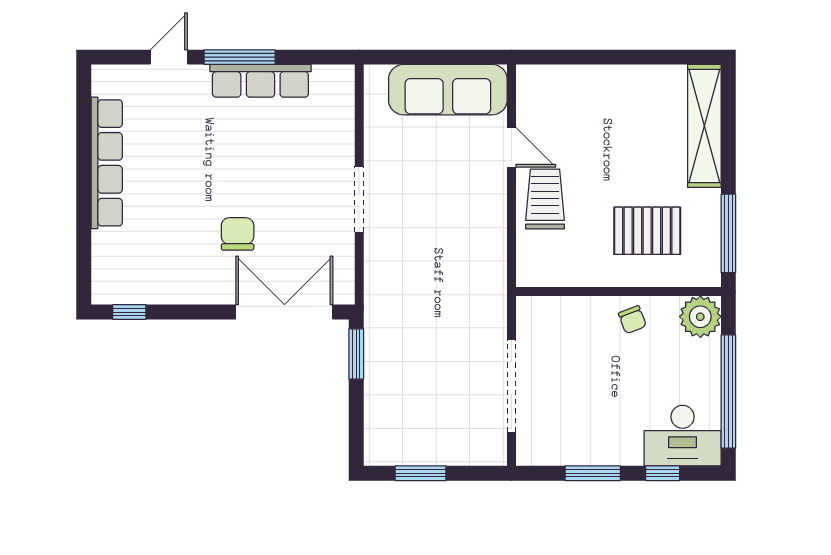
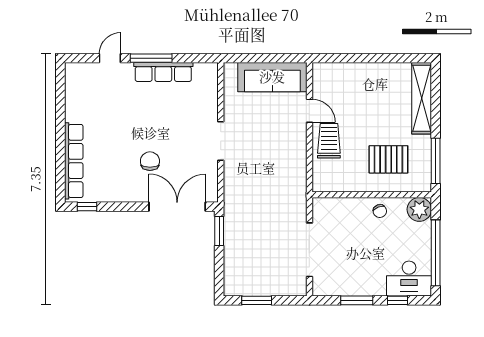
row of seats: (107, 163) -> (74, 161), moved

